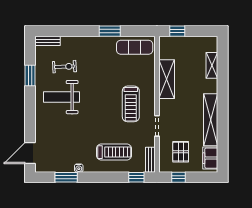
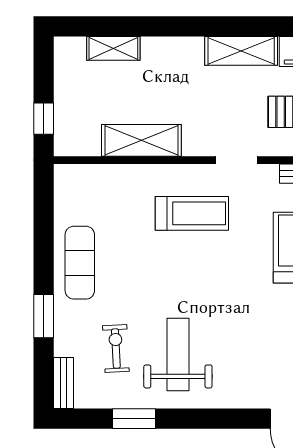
window: (110, 31) -> (44, 316), moved
exercise mat: (135, 47) -> (80, 263), moved
weight bench: (61, 97) -> (178, 355), turned 180
shelving: (211, 120) -> (241, 51), width x0.68

